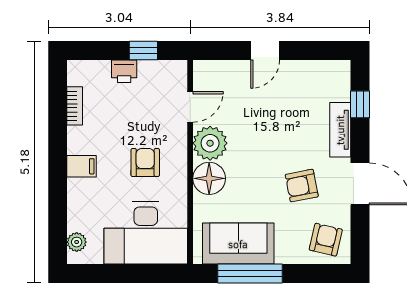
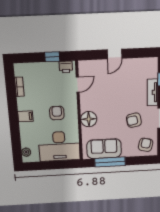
printer: (124, 71) -> (66, 67), moved
plant: (210, 143) -> (88, 102), removed

